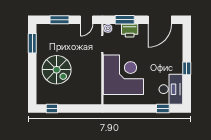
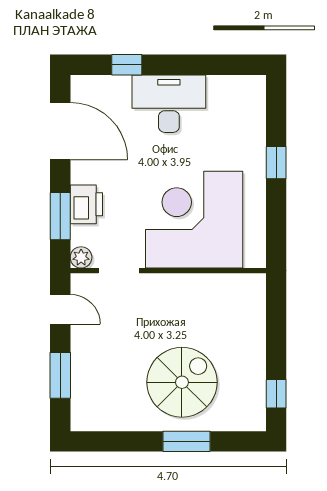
window: (32, 43) -> (187, 441), moved
window: (187, 68) -> (127, 65), moved
desk: (171, 89) -> (169, 104), moved
window: (163, 108) -> (276, 163), moved

